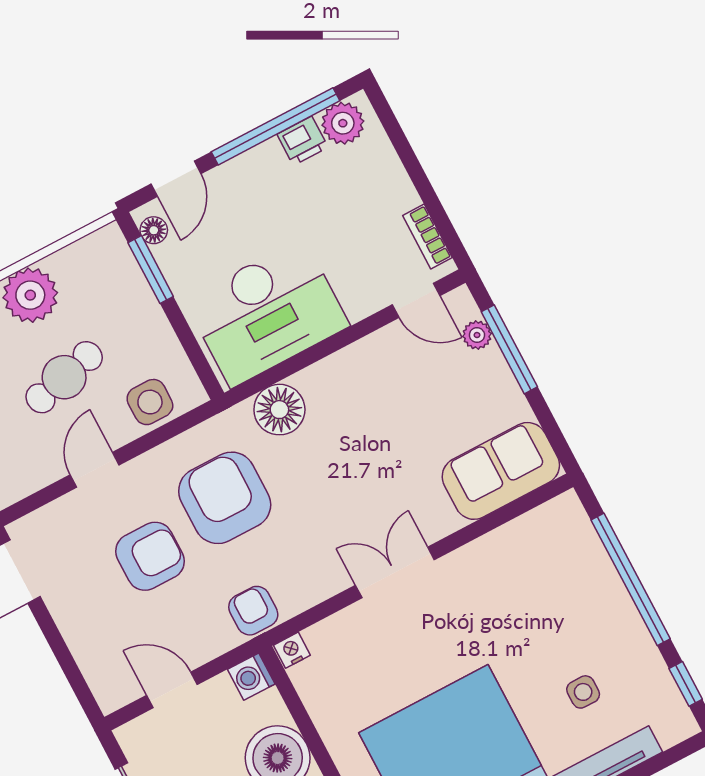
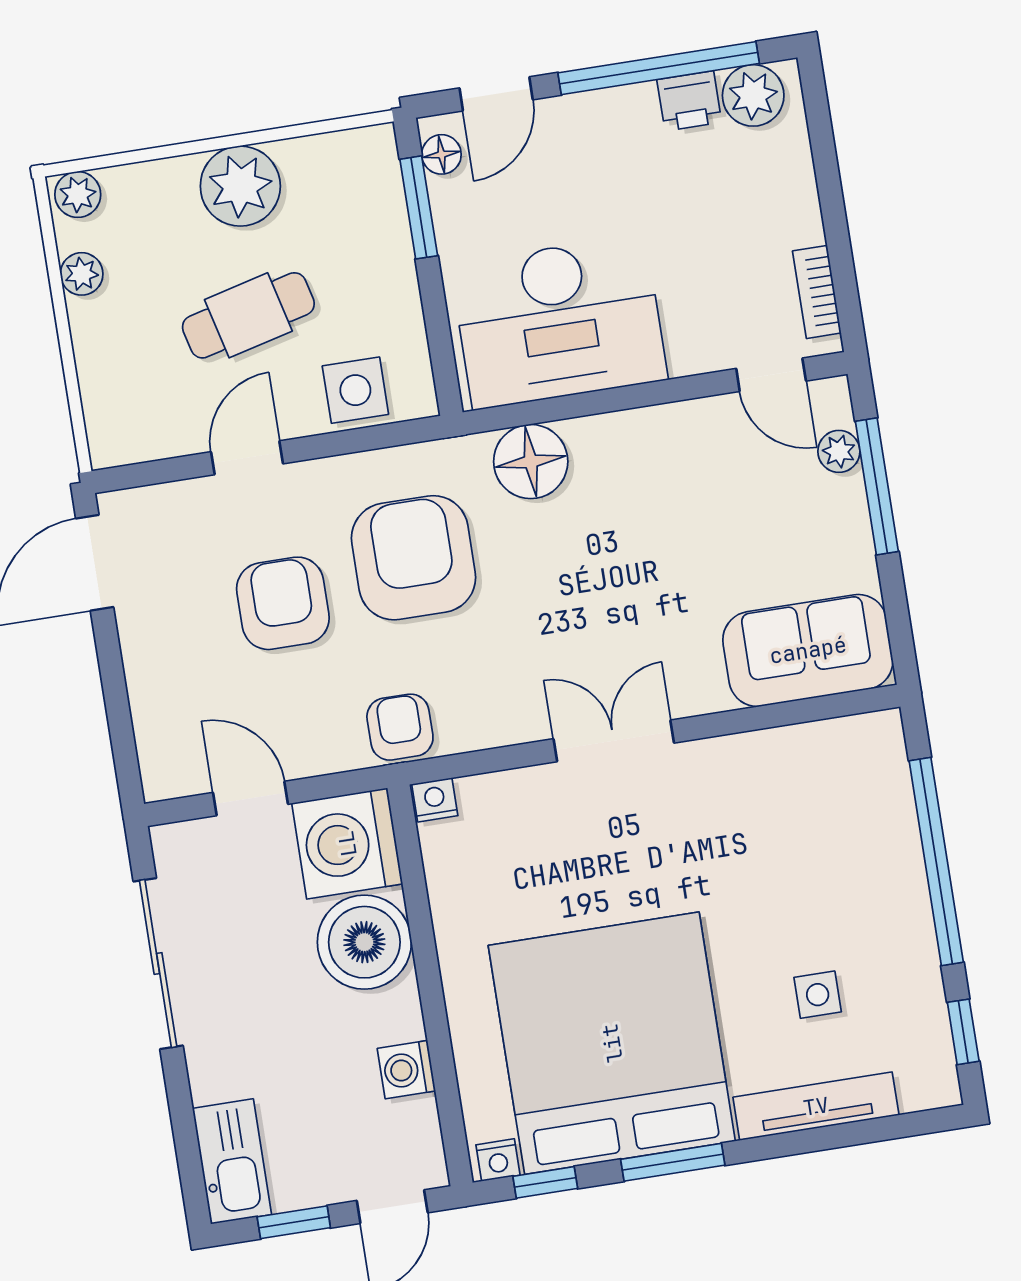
armchair: (150, 556) -> (283, 603), turned -90
washing machine: (251, 677) -> (347, 844), width x1.89, depth x1.89

